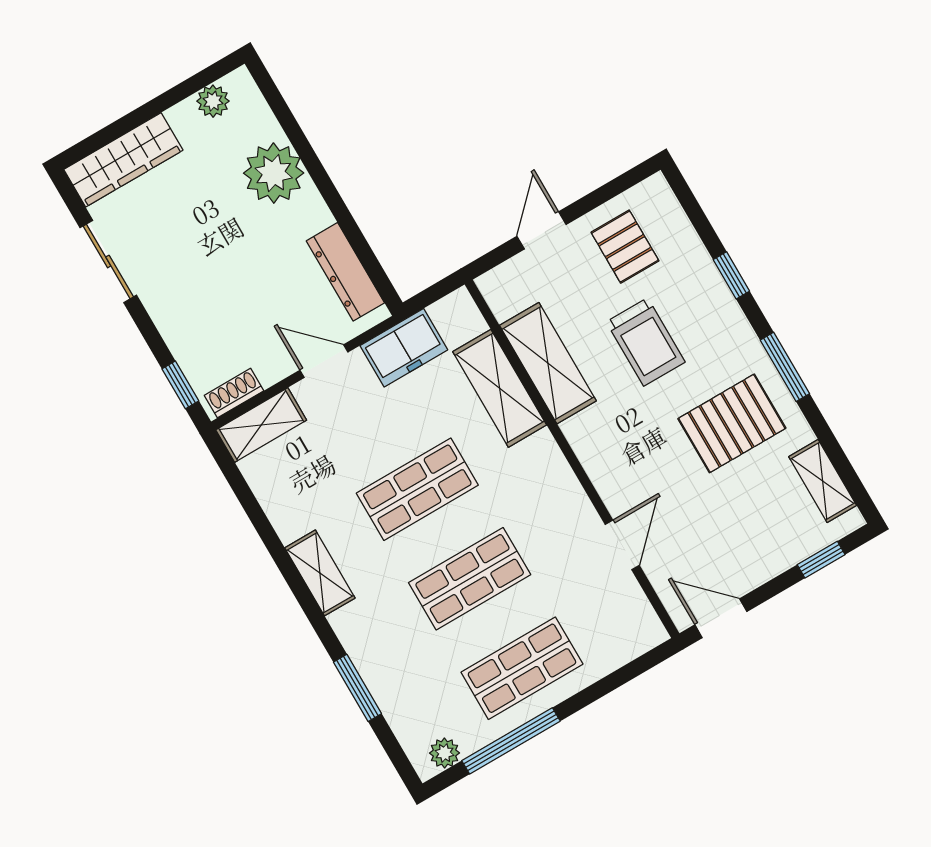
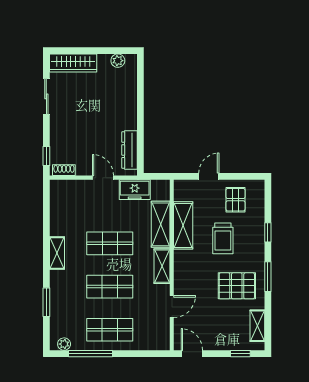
plant: (274, 173) -> (125, 99), removed
shelving: (261, 425) -> (162, 266), moved, turned 90

